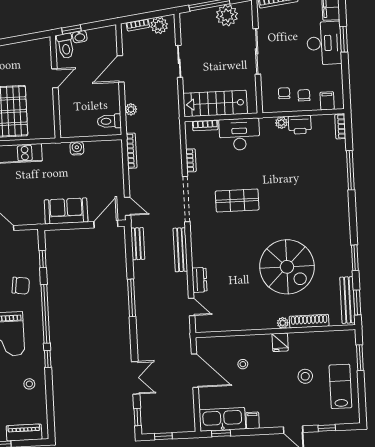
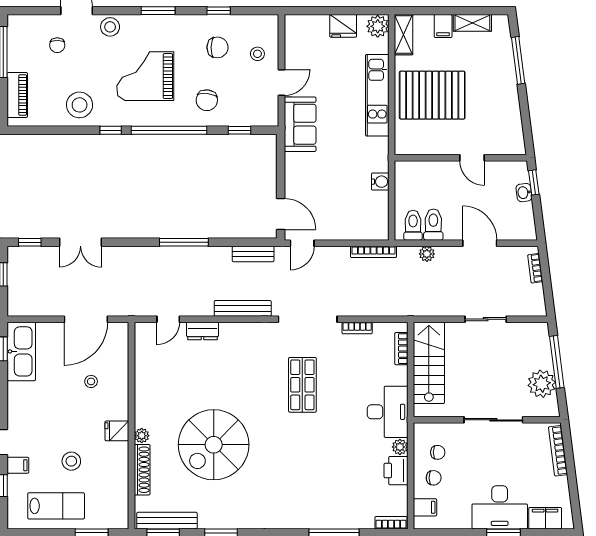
plant: (159, 25) -> (533, 296), removed
toilet: (66, 46) -> (433, 225), moved, turned 97
desk: (239, 134) -> (388, 412), moved
sofa: (66, 211) -> (300, 124), moved
stool: (29, 384) -> (80, 105), width x1.89, depth x1.89
filing cabinet: (253, 420) -> (18, 465), moved

